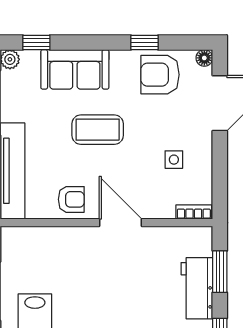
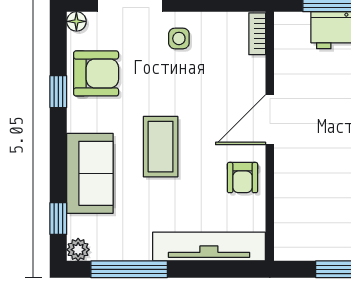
armchair: (160, 75) -> (96, 73), turned -90
side table: (174, 160) -> (179, 38), moved
armchair: (71, 199) -> (242, 178), turned 180

